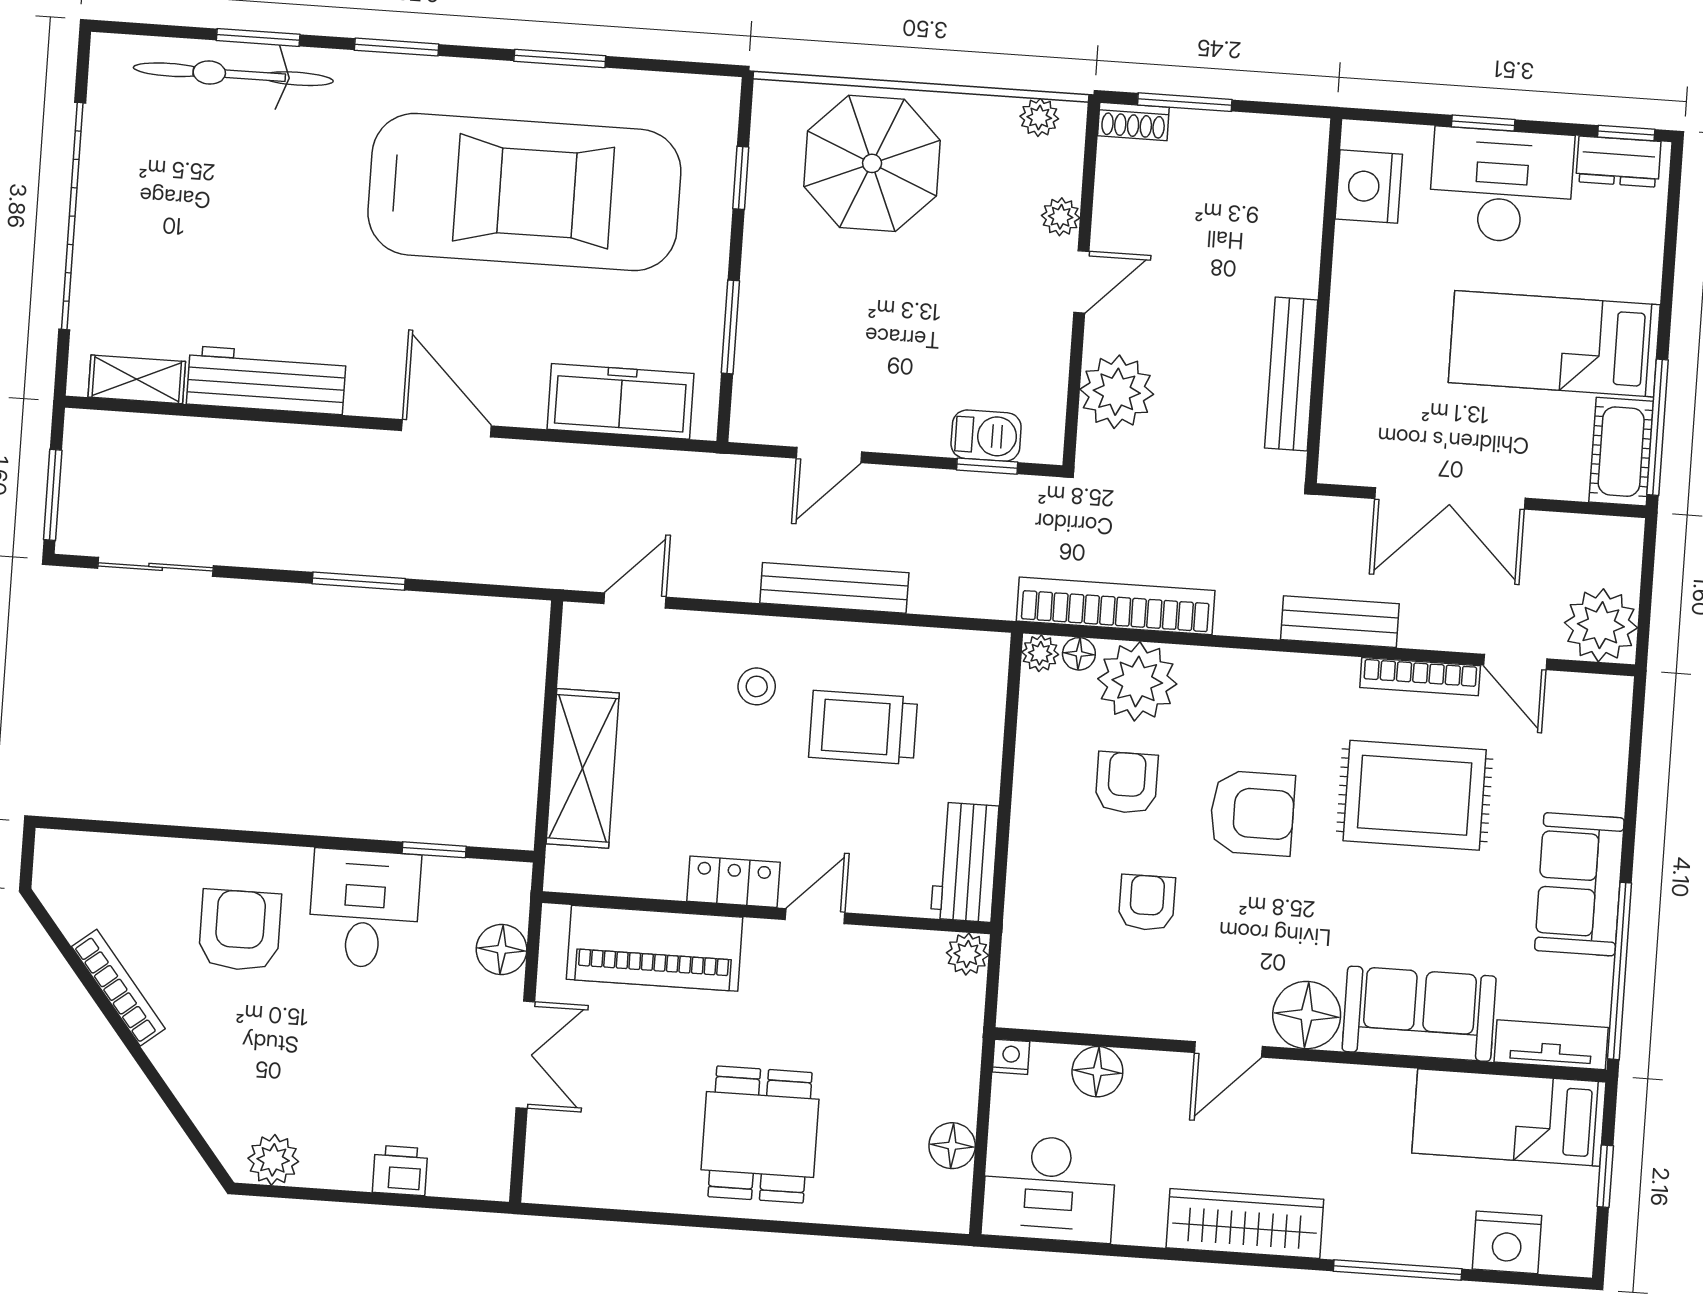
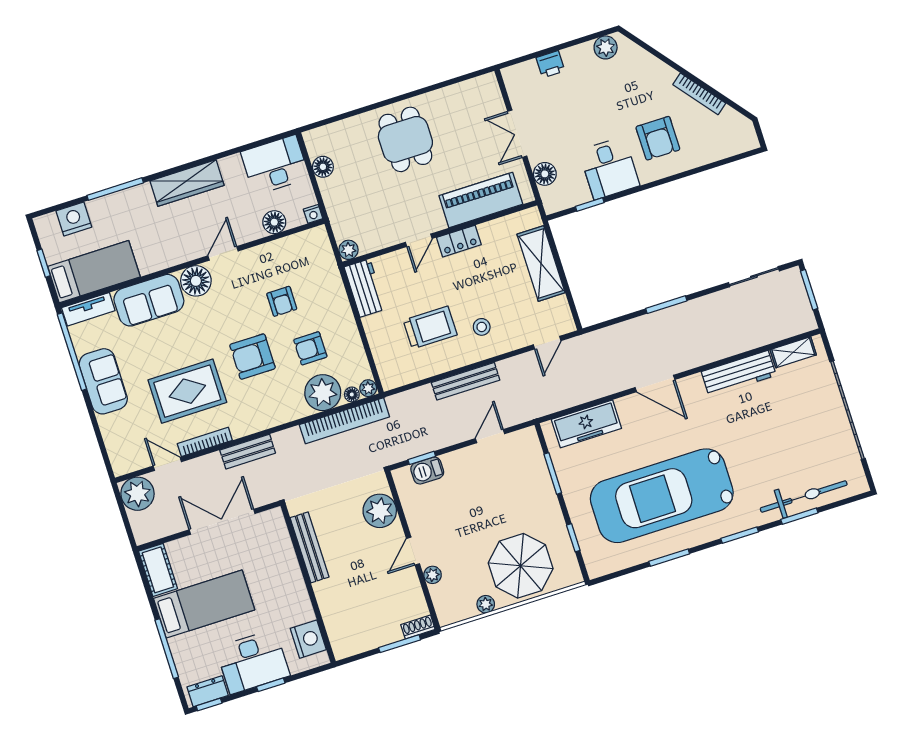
plant: (1039, 117) -> (486, 604), moved
window: (1658, 427) -> (167, 649), moved
armchair: (1127, 783) -> (310, 348), turned 90

